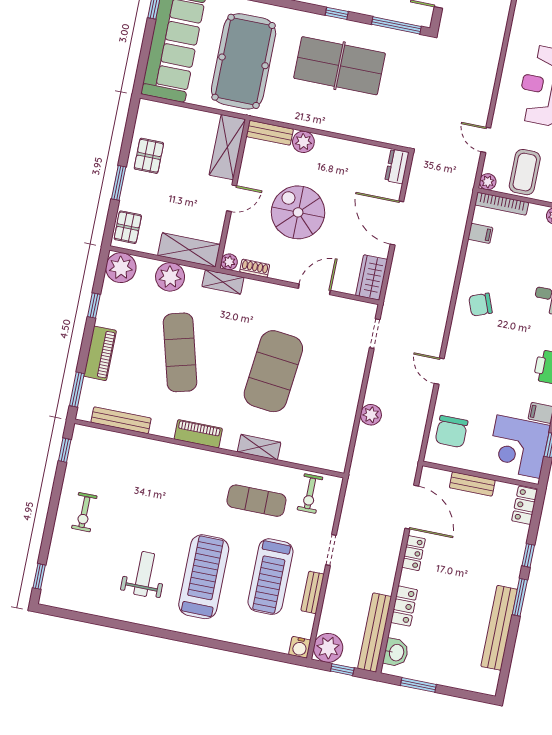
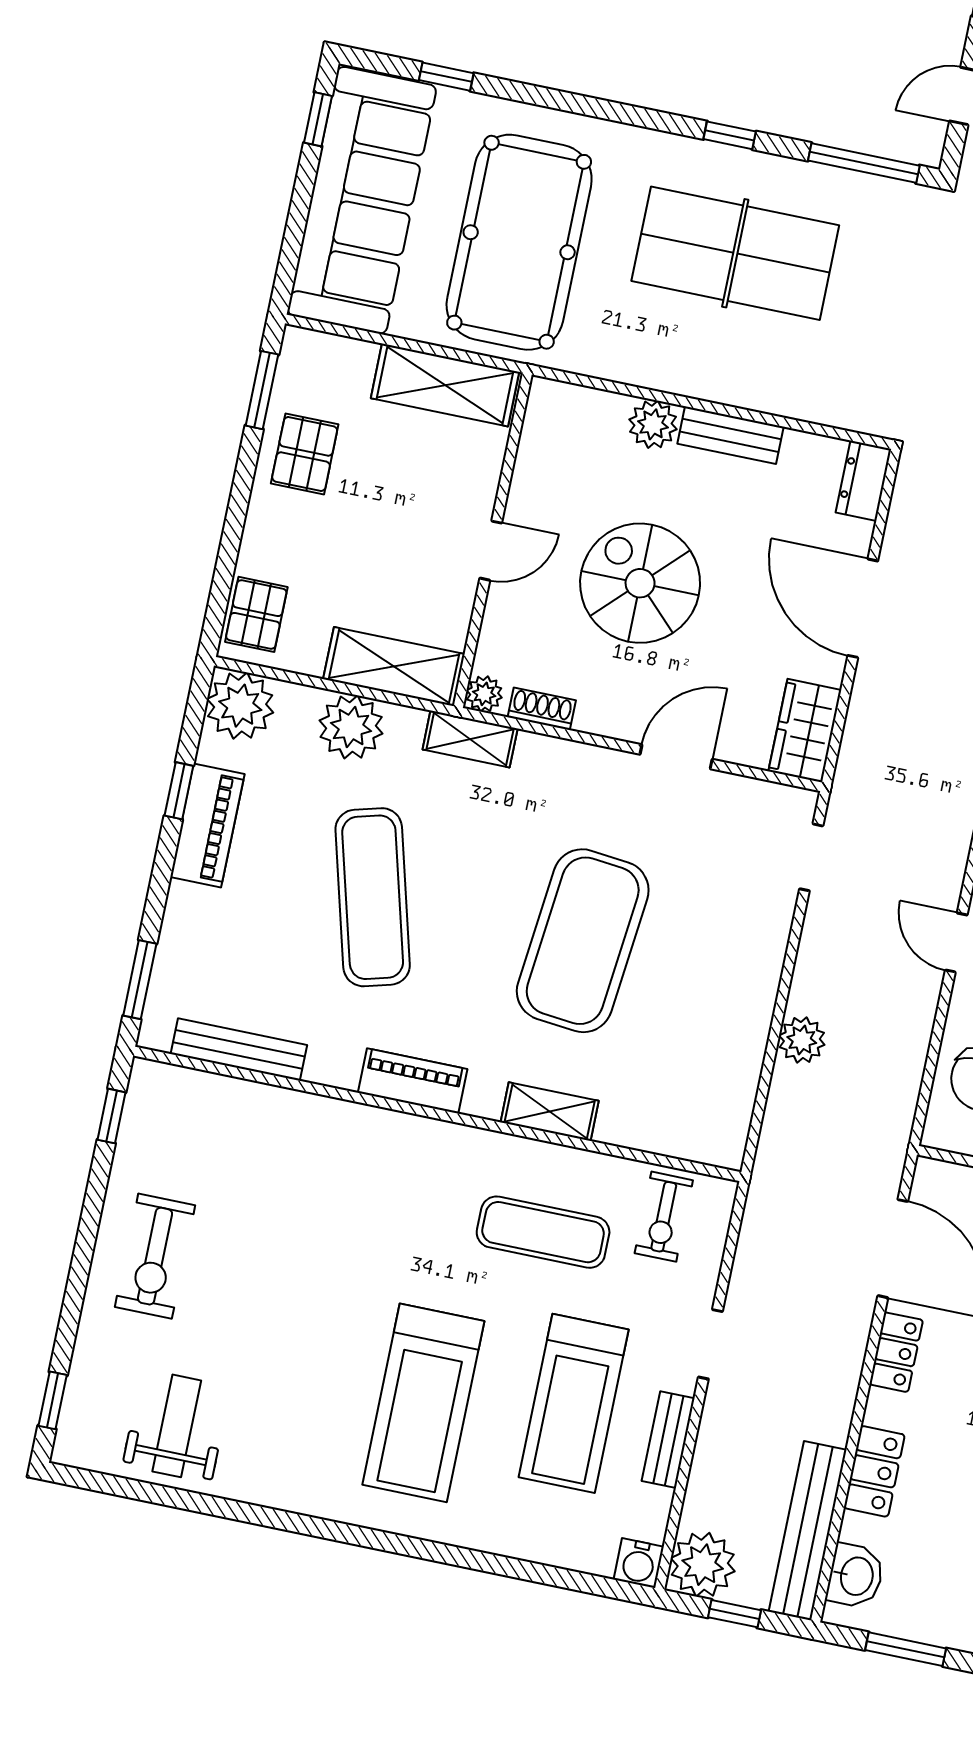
bench: (270, 133) -> (730, 435), moved
shelving: (227, 147) -> (445, 385), moved, turned 90
window: (119, 183) -> (262, 390), moved
piano: (100, 353) -> (207, 825), moved
exercise bike: (84, 512) -> (155, 1256), width x1.38, depth x1.39
weight bench: (144, 574) -> (177, 1426), moved
treadmill: (204, 577) -> (423, 1403), turned 180

